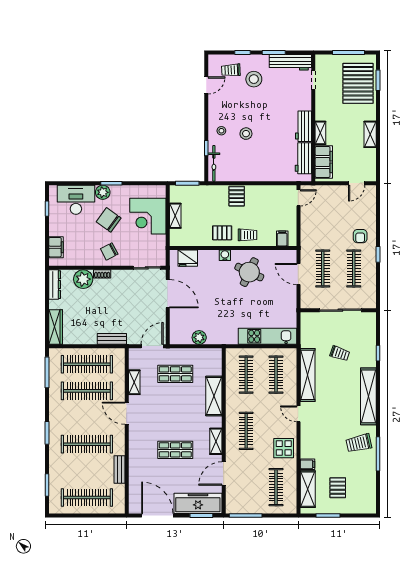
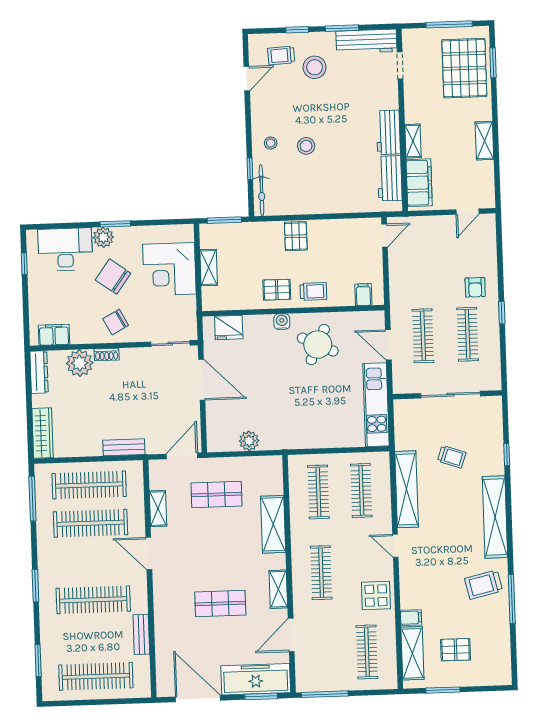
filing cabinet: (56, 247) -> (54, 335), moved, turned -90
kitchen unit: (268, 336) -> (376, 405), moved, turned -90
pallet: (338, 488) -> (456, 650), turned 90

